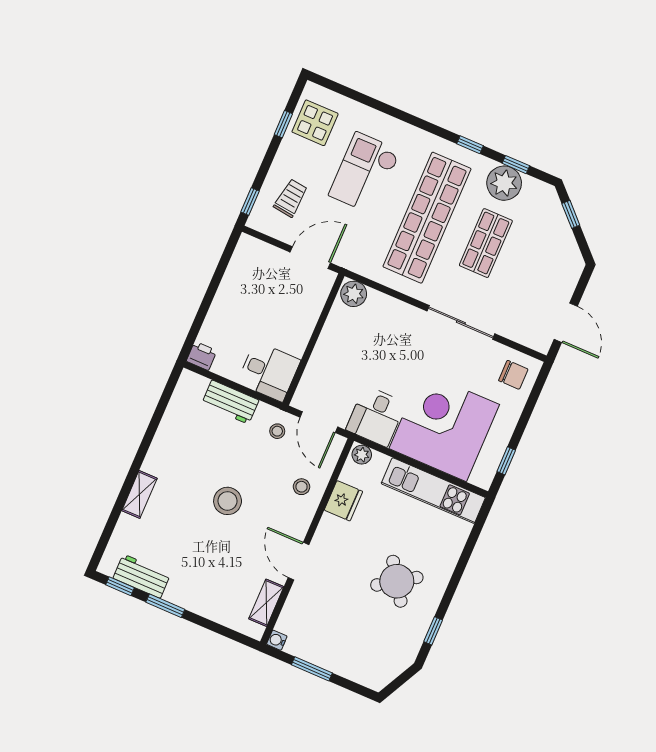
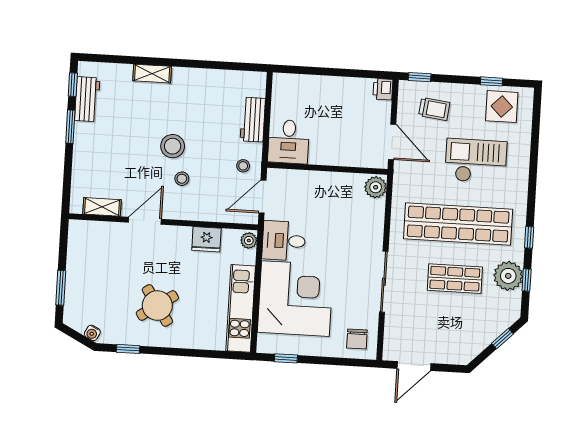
printer: (202, 356) -> (383, 89), moved, turned 180
stool: (301, 487) -> (182, 179), moved
water cooler: (277, 640) -> (92, 333), moved, turned -153
window: (312, 669) -> (61, 288), moved

